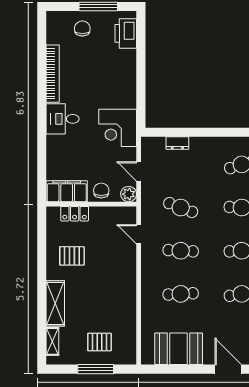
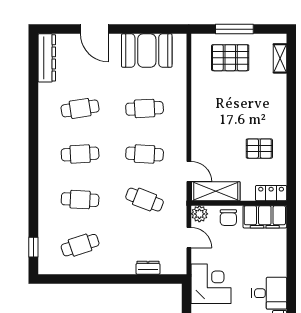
locker: (75, 214) -> (271, 193), moved
shelving: (55, 303) -> (216, 191), moved, turned 90
pallet: (99, 342) -> (230, 58), width x1.50, depth x1.42

